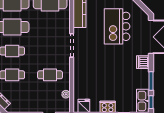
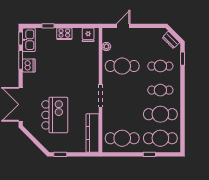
dishwasher: (143, 62) -> (29, 65), moved
cafe table: (50, 75) -> (122, 66), width x1.37, depth x1.35

